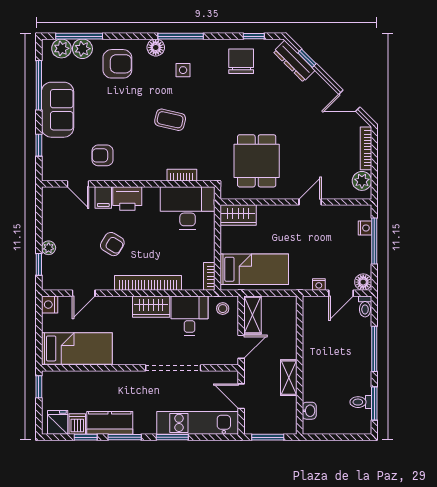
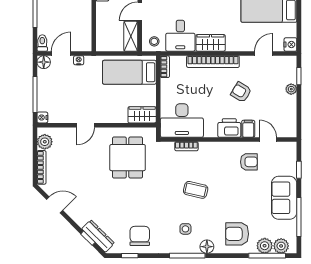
chair: (241, 61) -> (140, 236), turned 180
nightstand: (365, 228) -> (42, 117), moved

